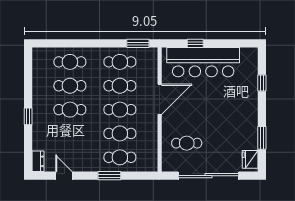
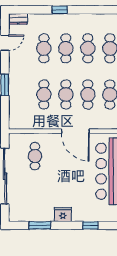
cafe table: (120, 157) -> (44, 48), moved
fridge: (250, 159) -> (63, 215), moved

